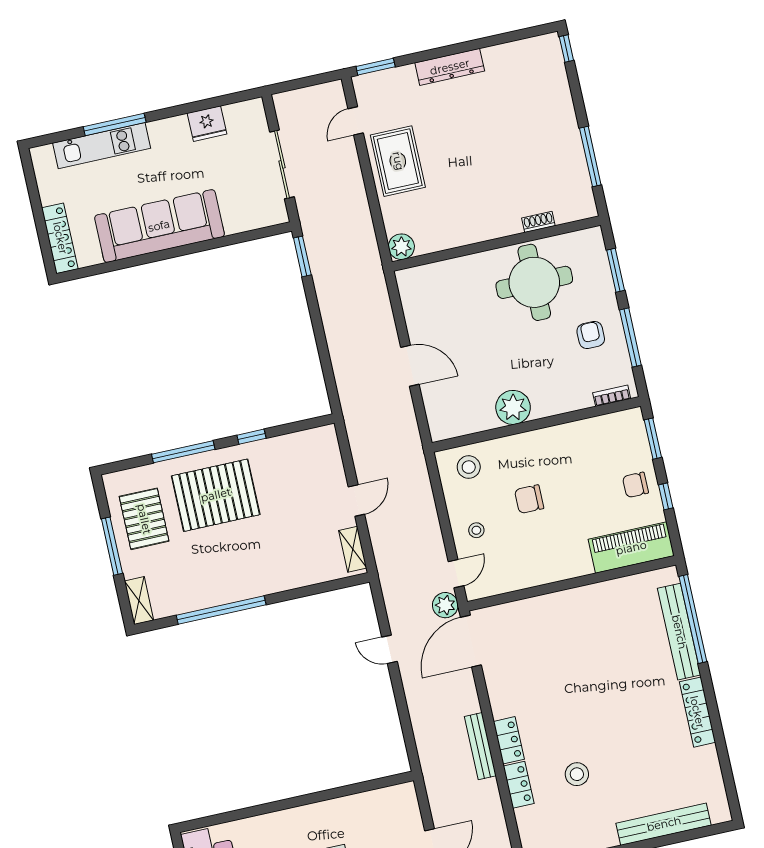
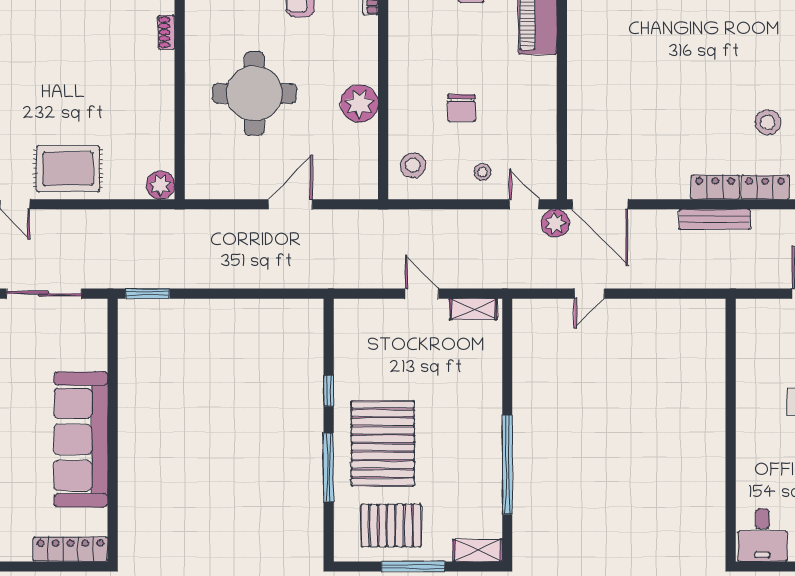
round table: (534, 282) -> (254, 93), moved

